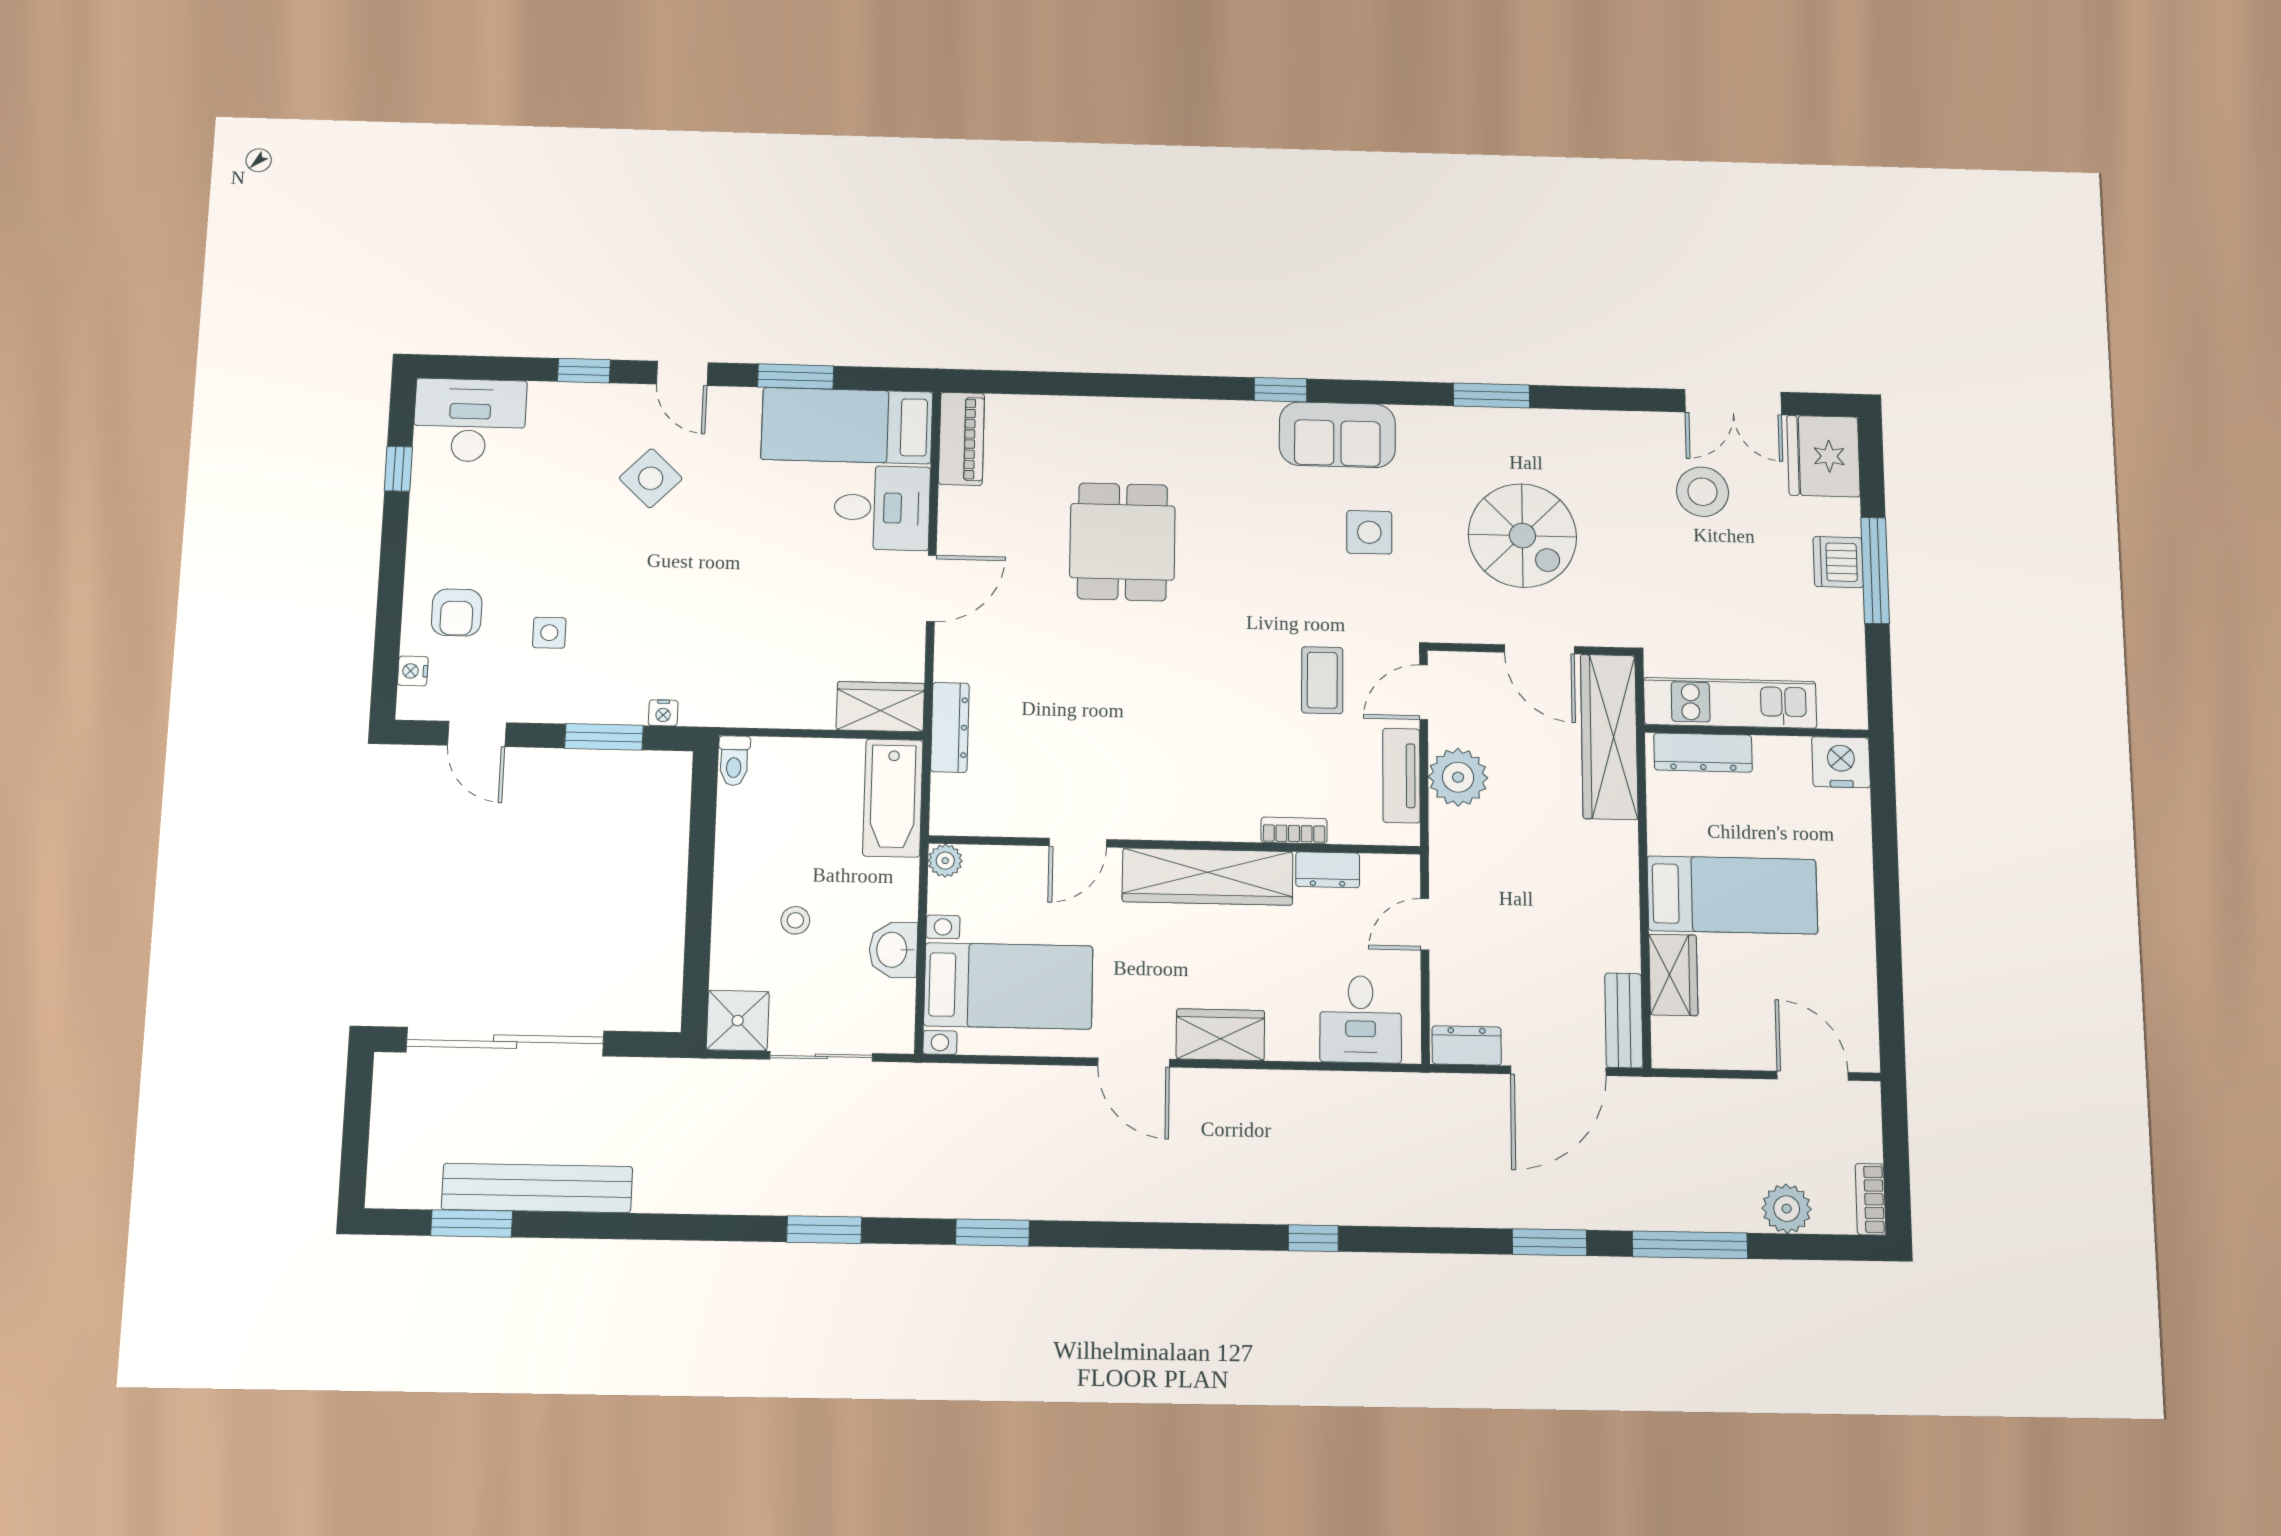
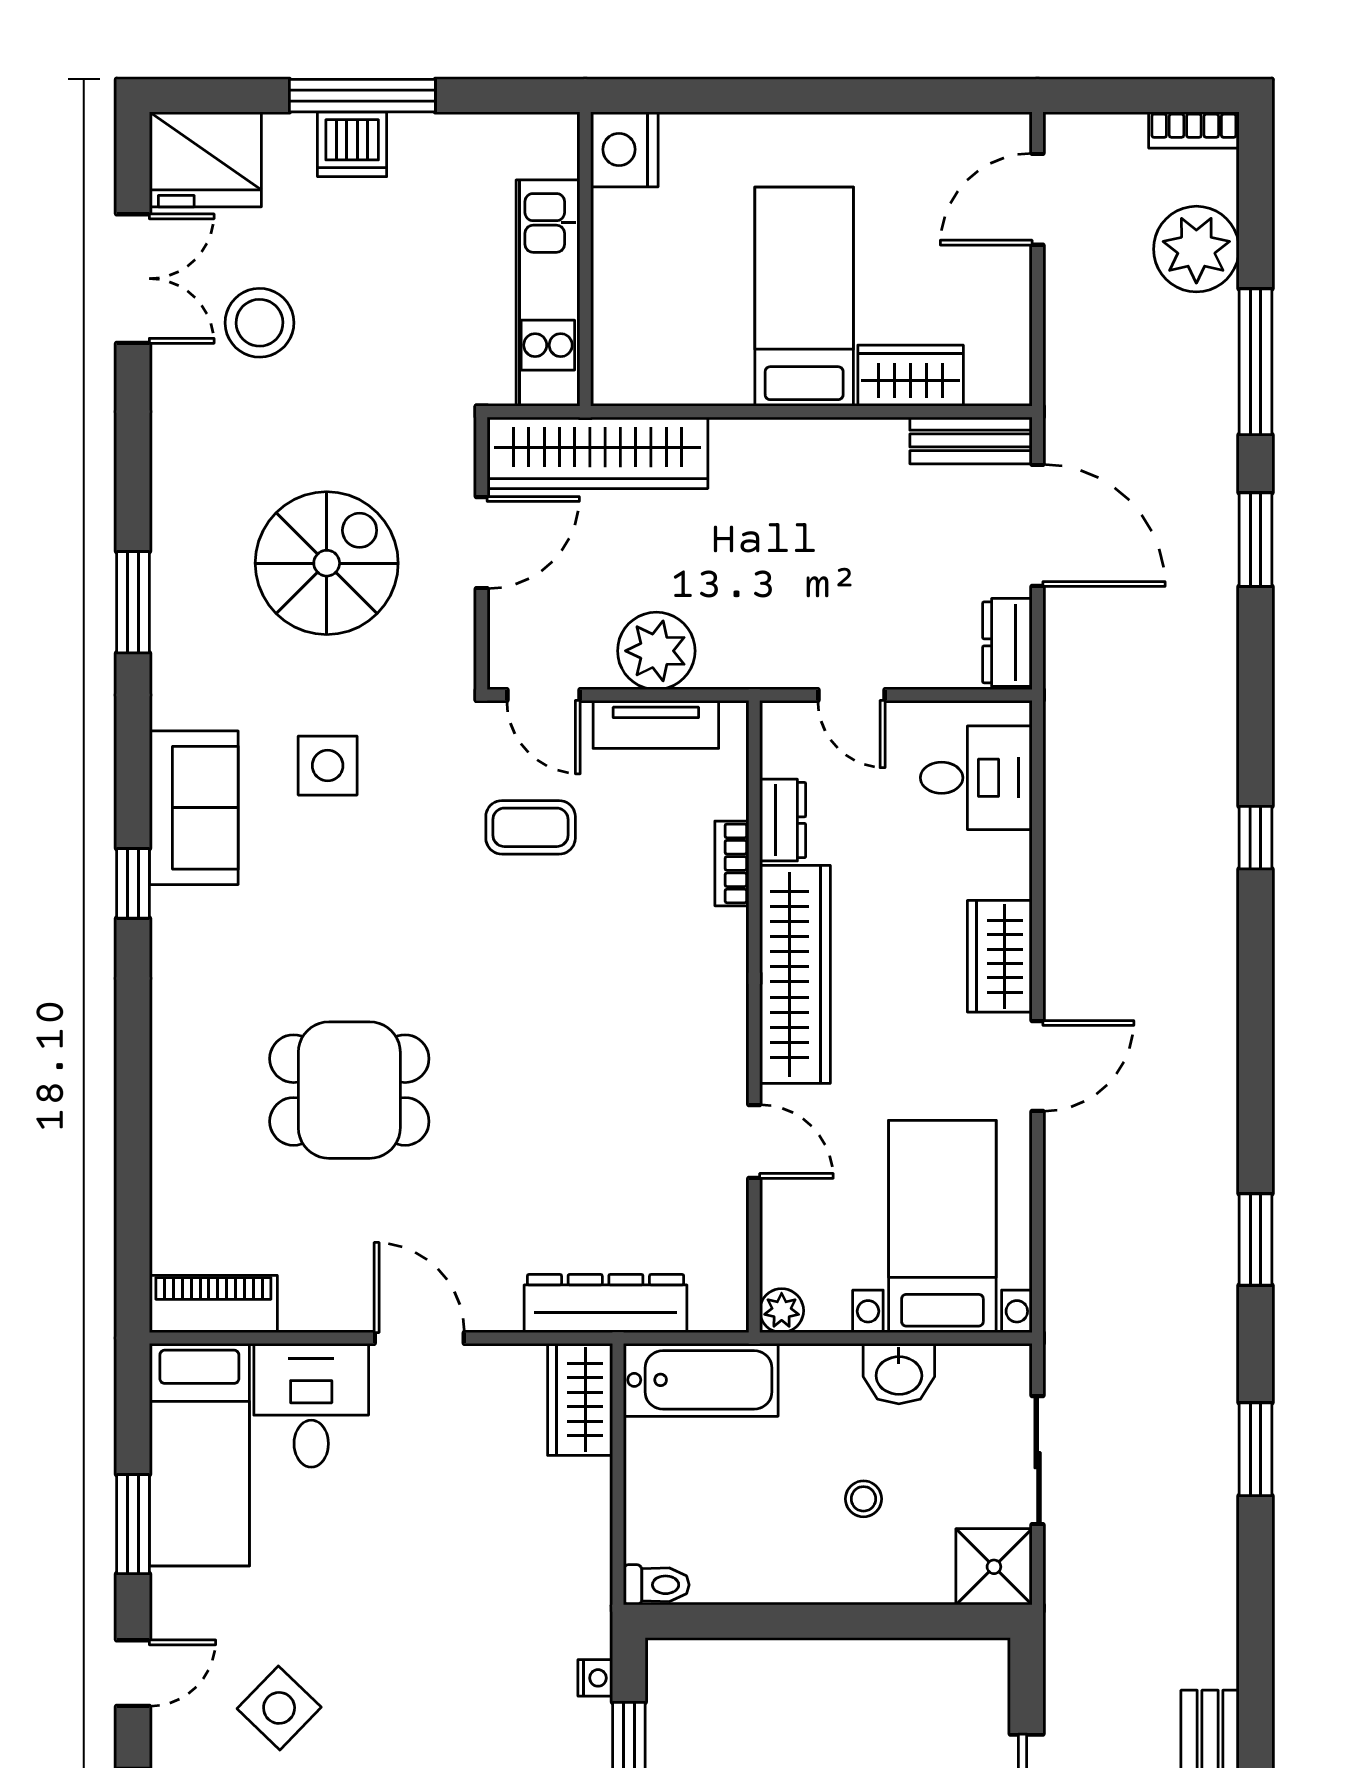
dresser: (950, 727) -> (606, 1303), width x1.37, depth x1.24
dresser: (1703, 753) -> (616, 330), removed
plant: (1787, 1209) -> (1196, 249), width x1.36, depth x1.36

